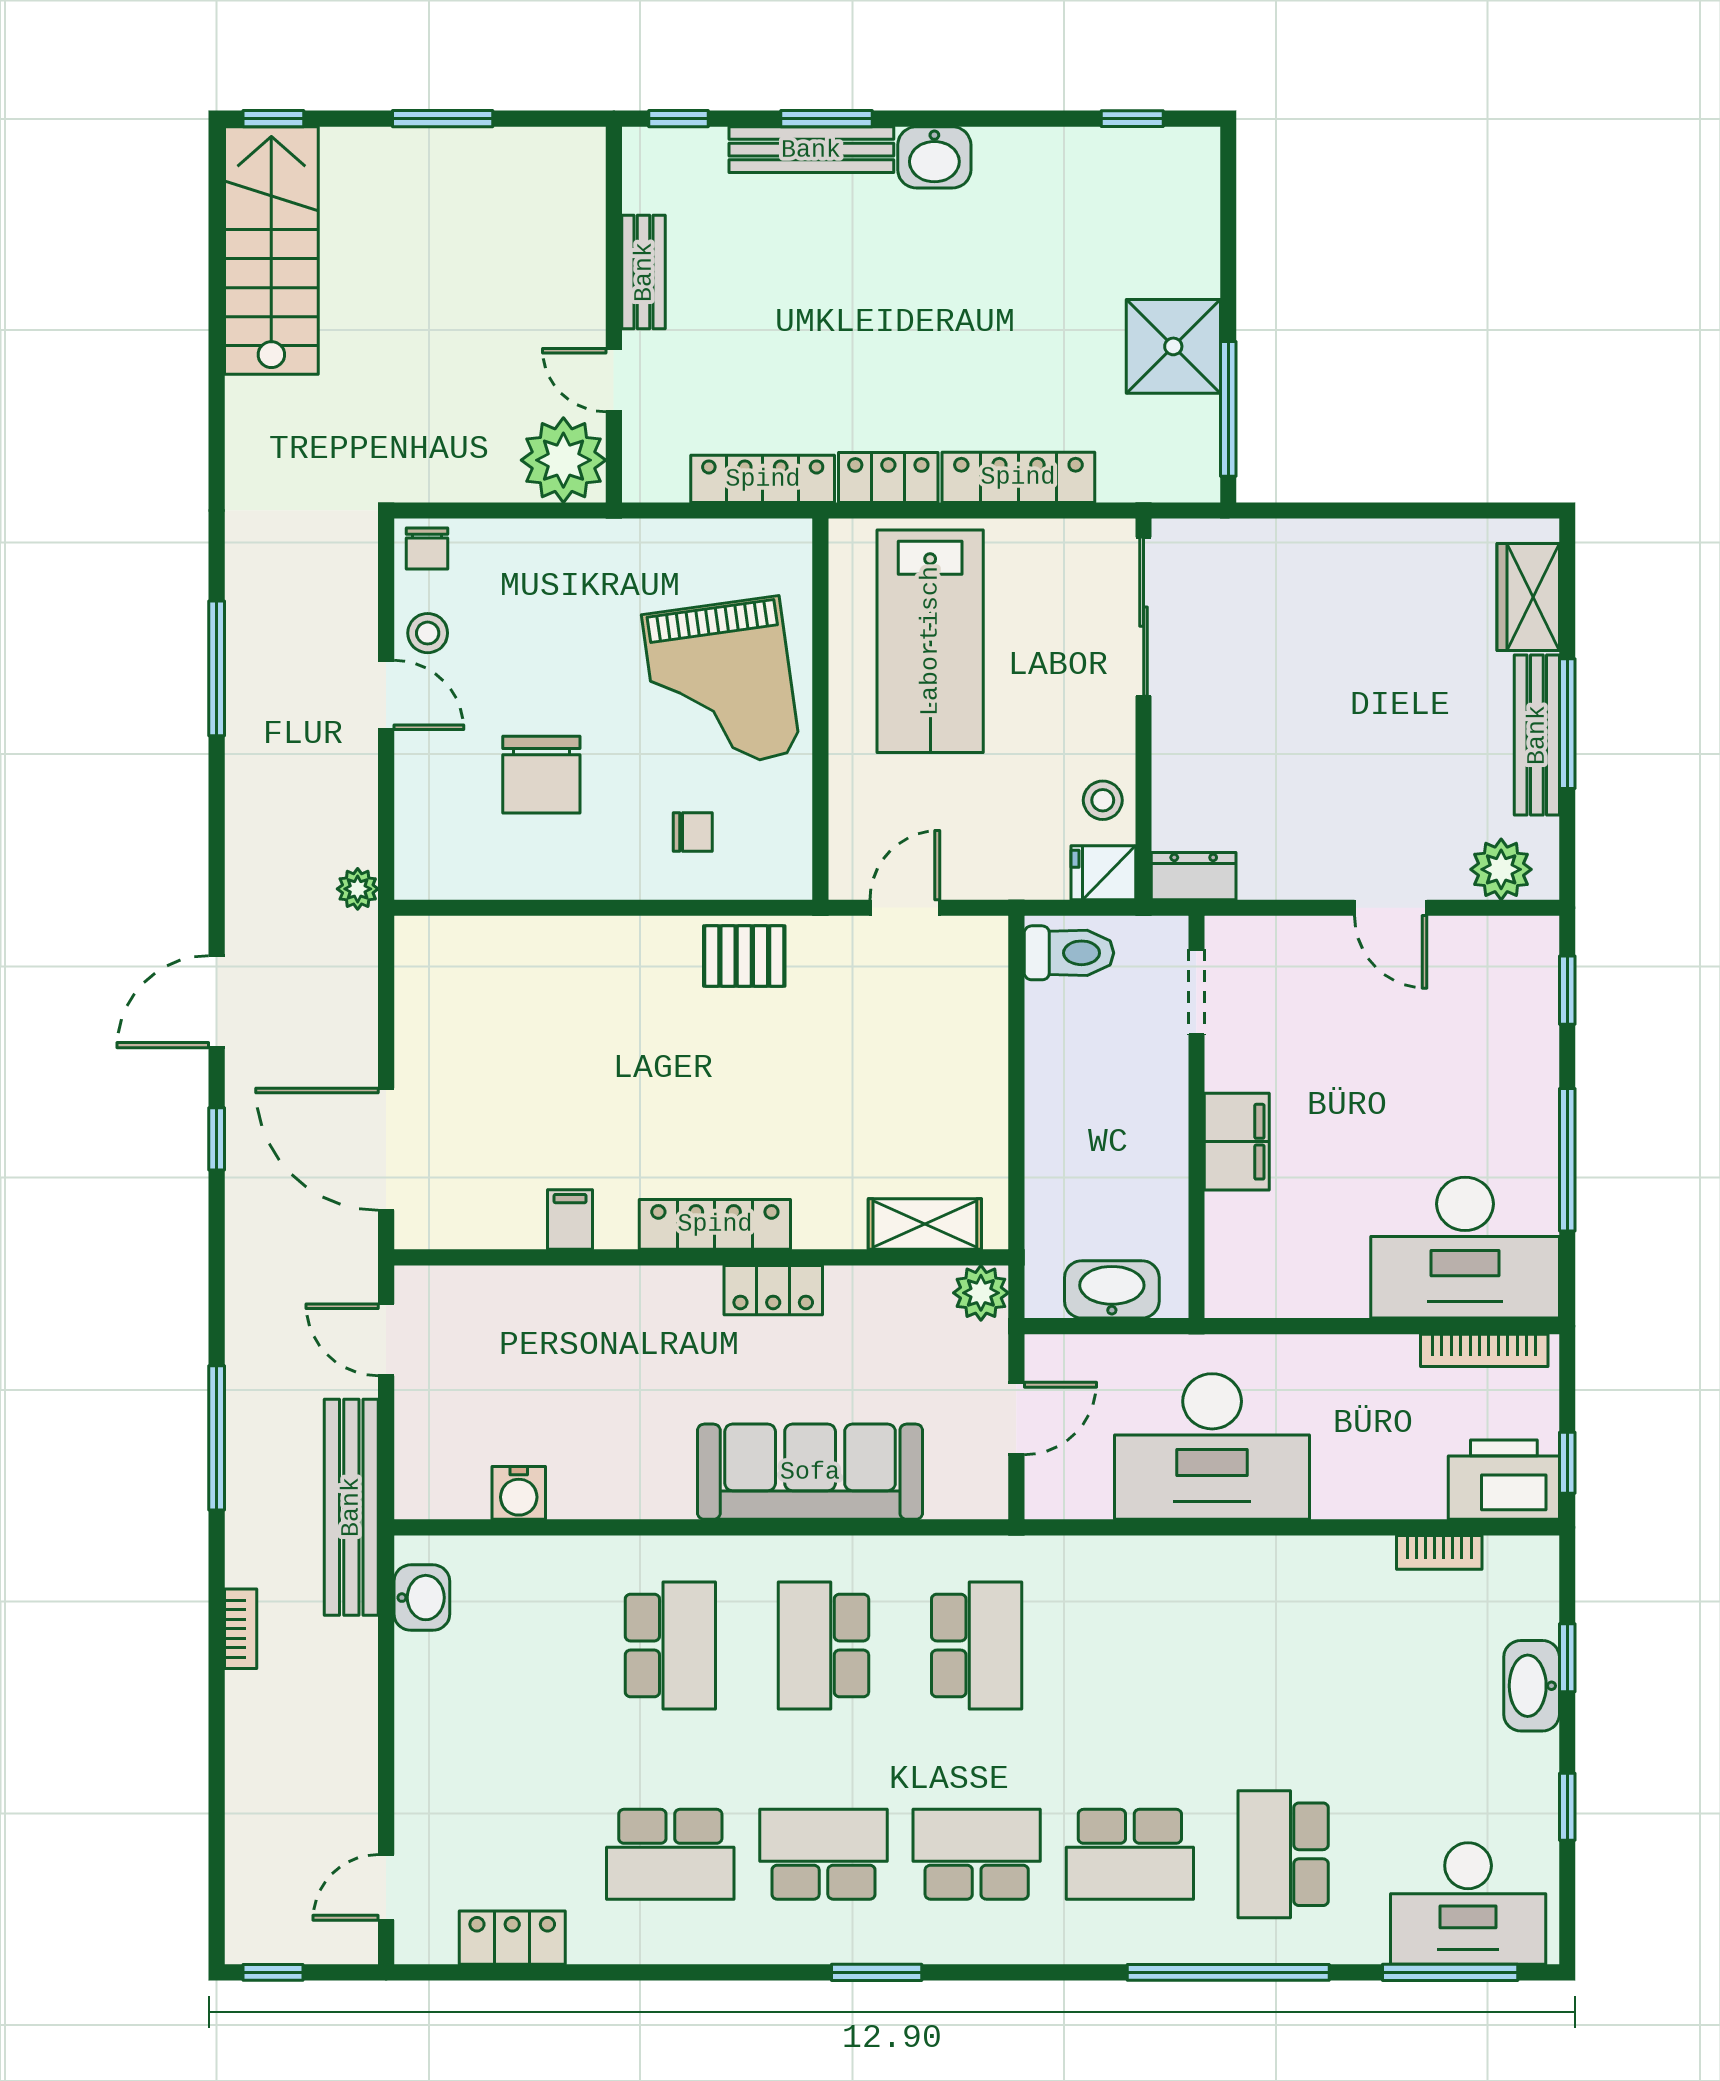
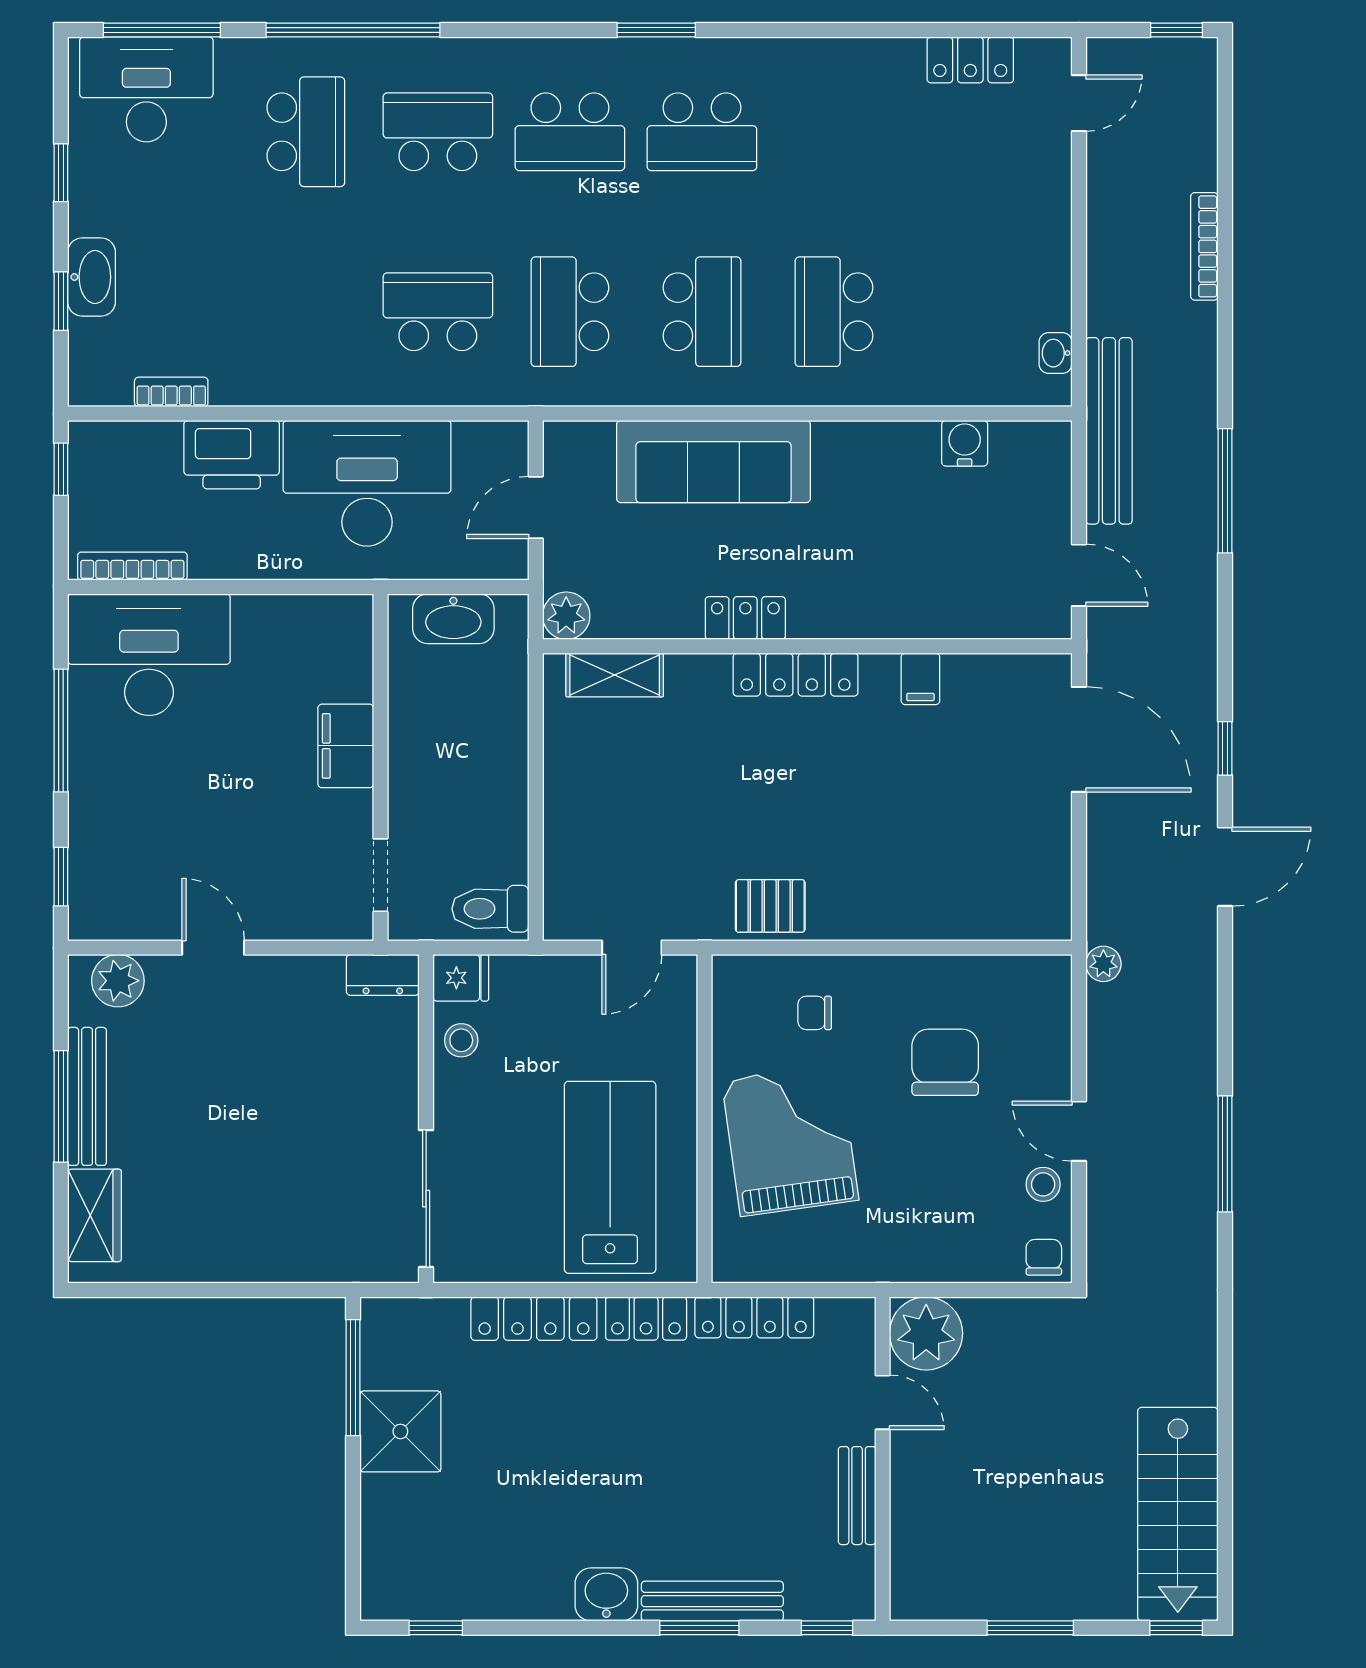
printer: (1504, 1480) -> (232, 455), moved
washbasin: (422, 1598) -> (1056, 353), width x0.72, depth x0.69
bookcase: (241, 1629) -> (1204, 246), moved, width x1.56
school desk: (670, 1854) -> (438, 312), moved

